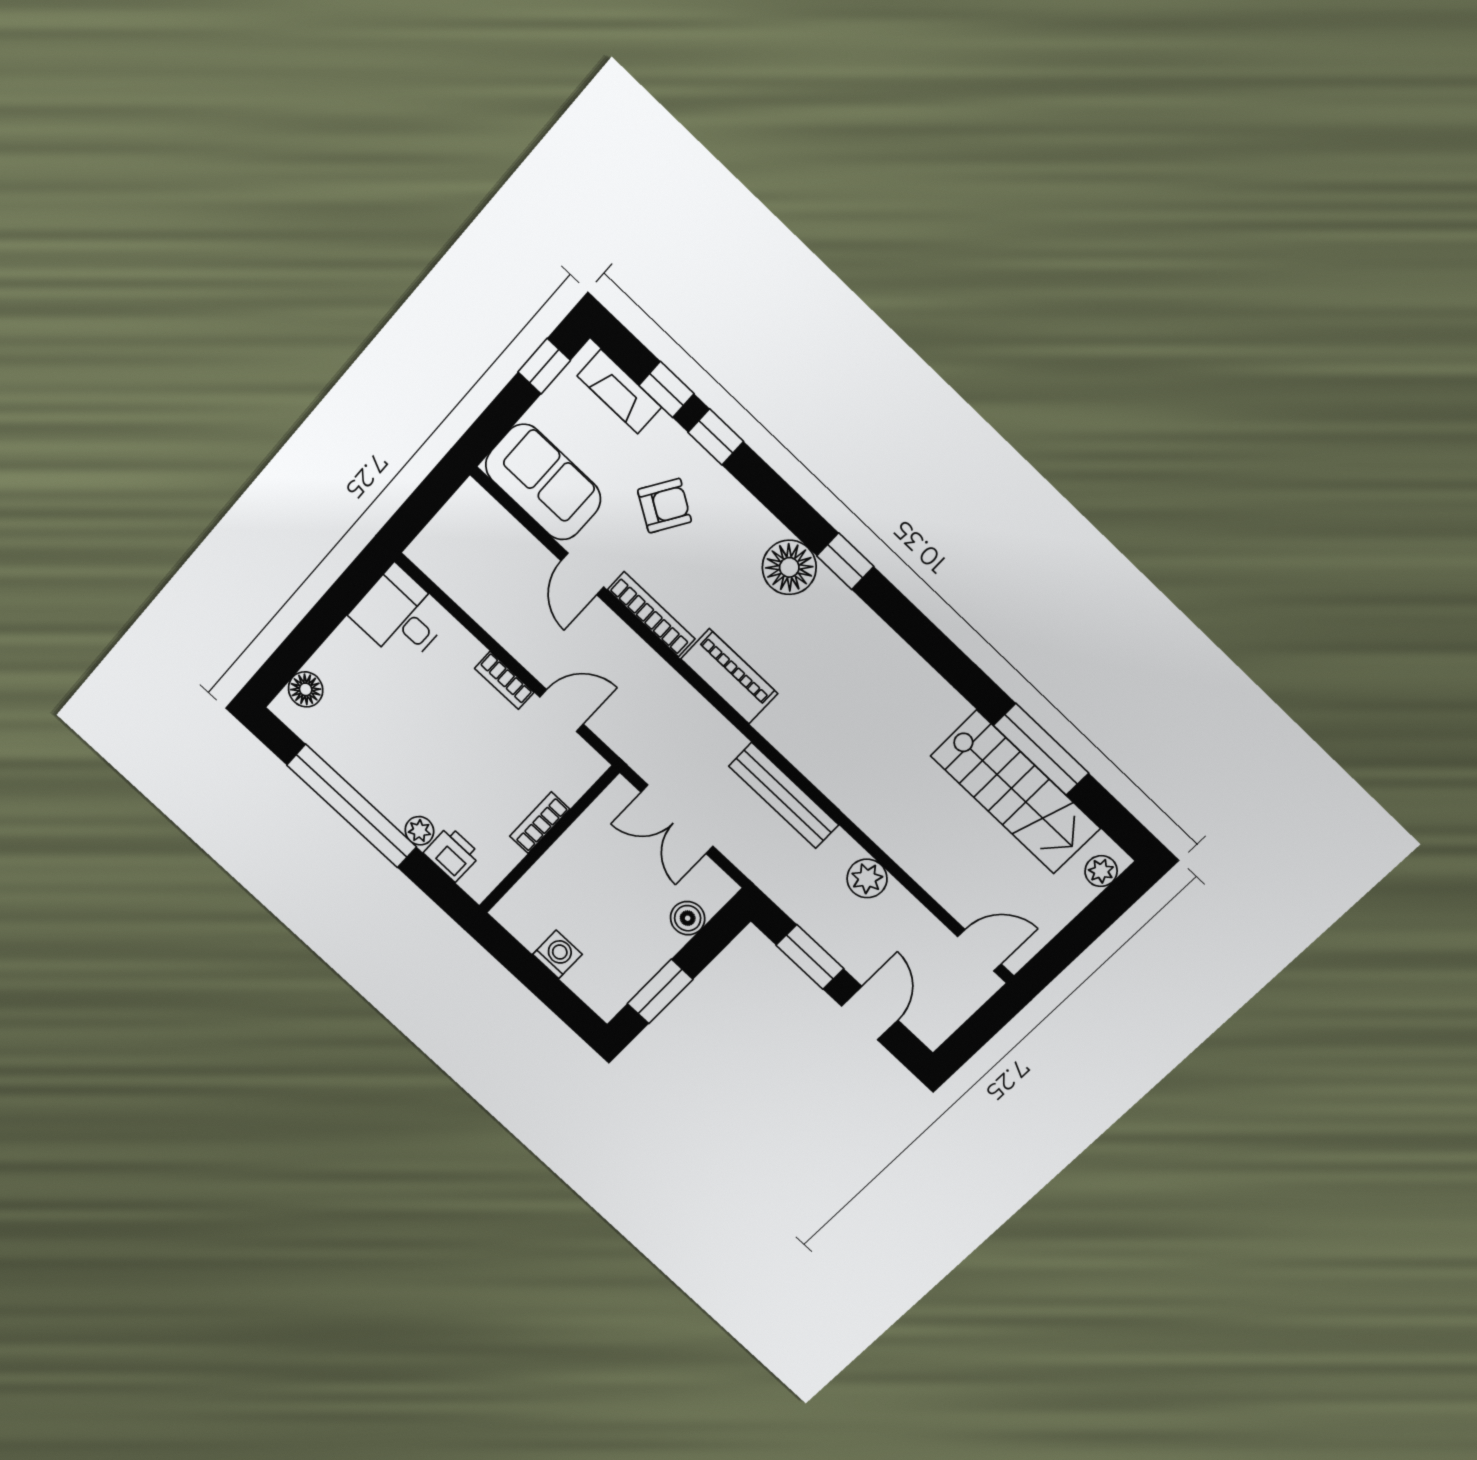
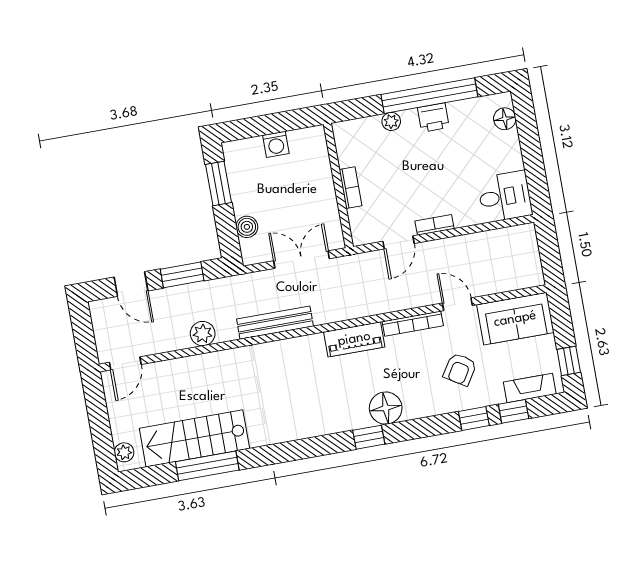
printer: (452, 854) -> (433, 118), moved

